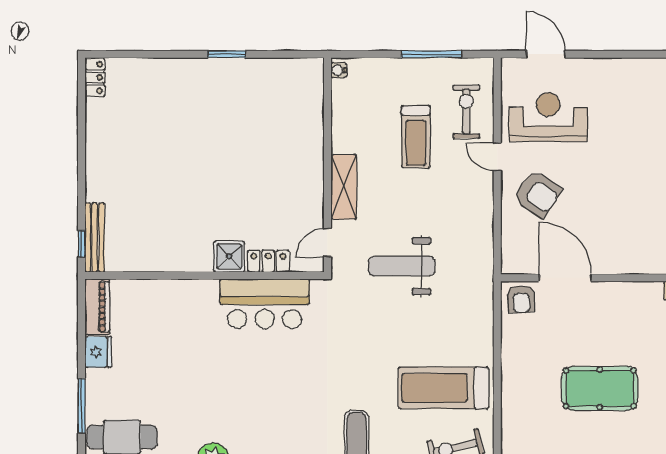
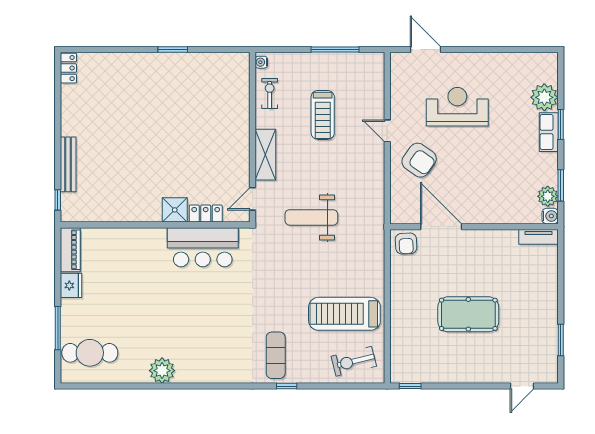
exercise bike: (466, 112) -> (270, 94), moved, width x0.73, depth x0.72
reception desk: (548, 117) -> (457, 107), moved
bench: (95, 238) -> (68, 164), moved

